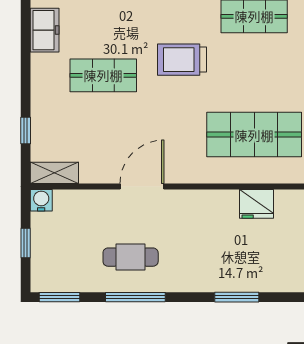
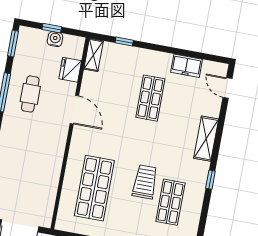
trolley: (182, 60) -> (145, 182), moved
water cooler: (41, 200) -> (55, 39), moved, turned -90
fridge: (256, 204) -> (70, 70), moved

